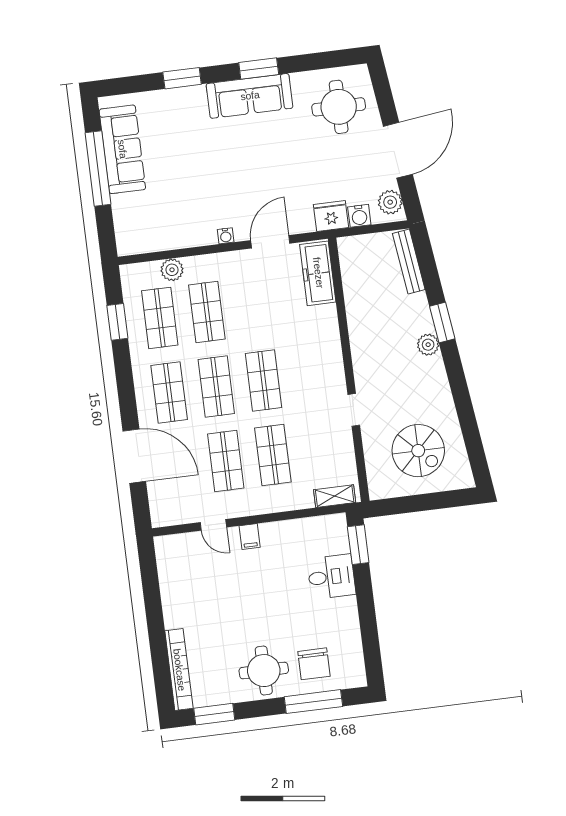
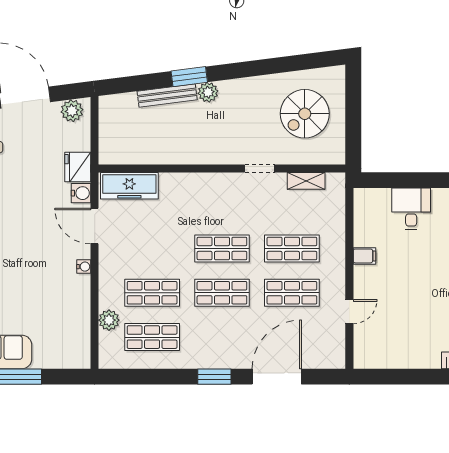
water cooler: (359, 216) -> (81, 193), moved
bench: (409, 261) -> (167, 95), moved
window: (117, 322) -> (214, 377), moved
shop shelf: (169, 392) -> (222, 337), removed
spiral stairs: (418, 451) -> (305, 114), turned 180
shelving: (335, 496) -> (306, 181), moved, turned 90
filing cabinet: (250, 537) -> (364, 256), moved
window: (358, 545) -> (385, 180), removed

